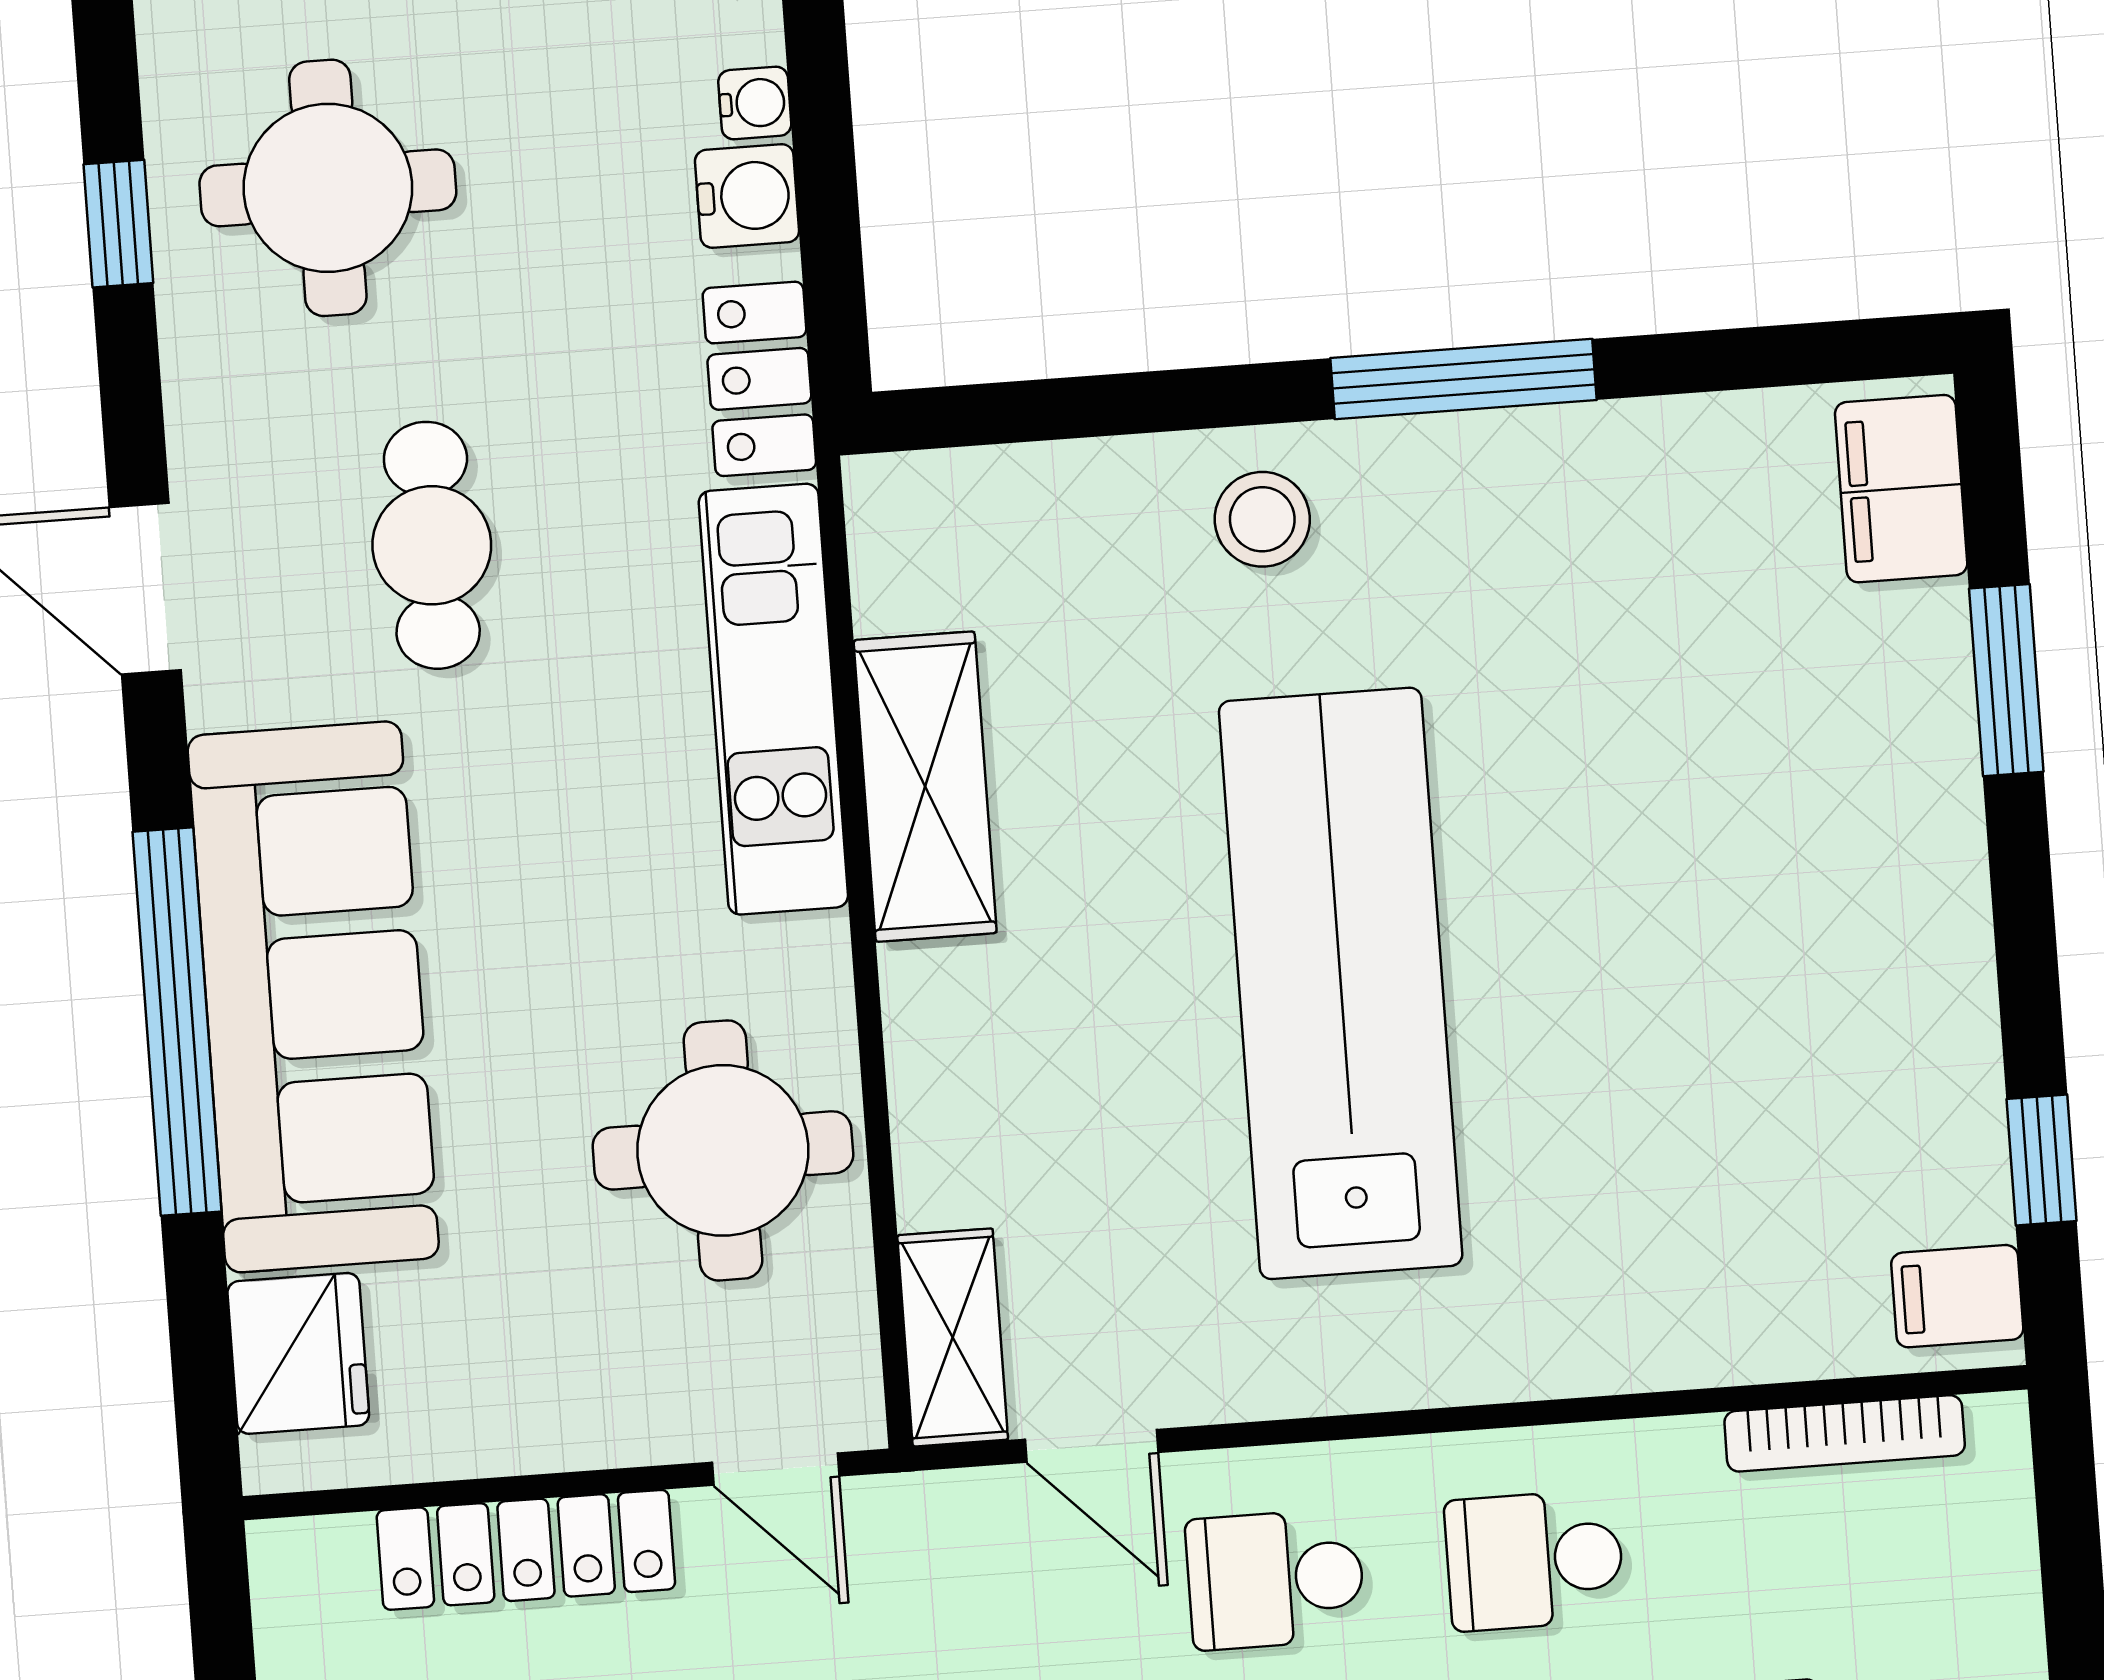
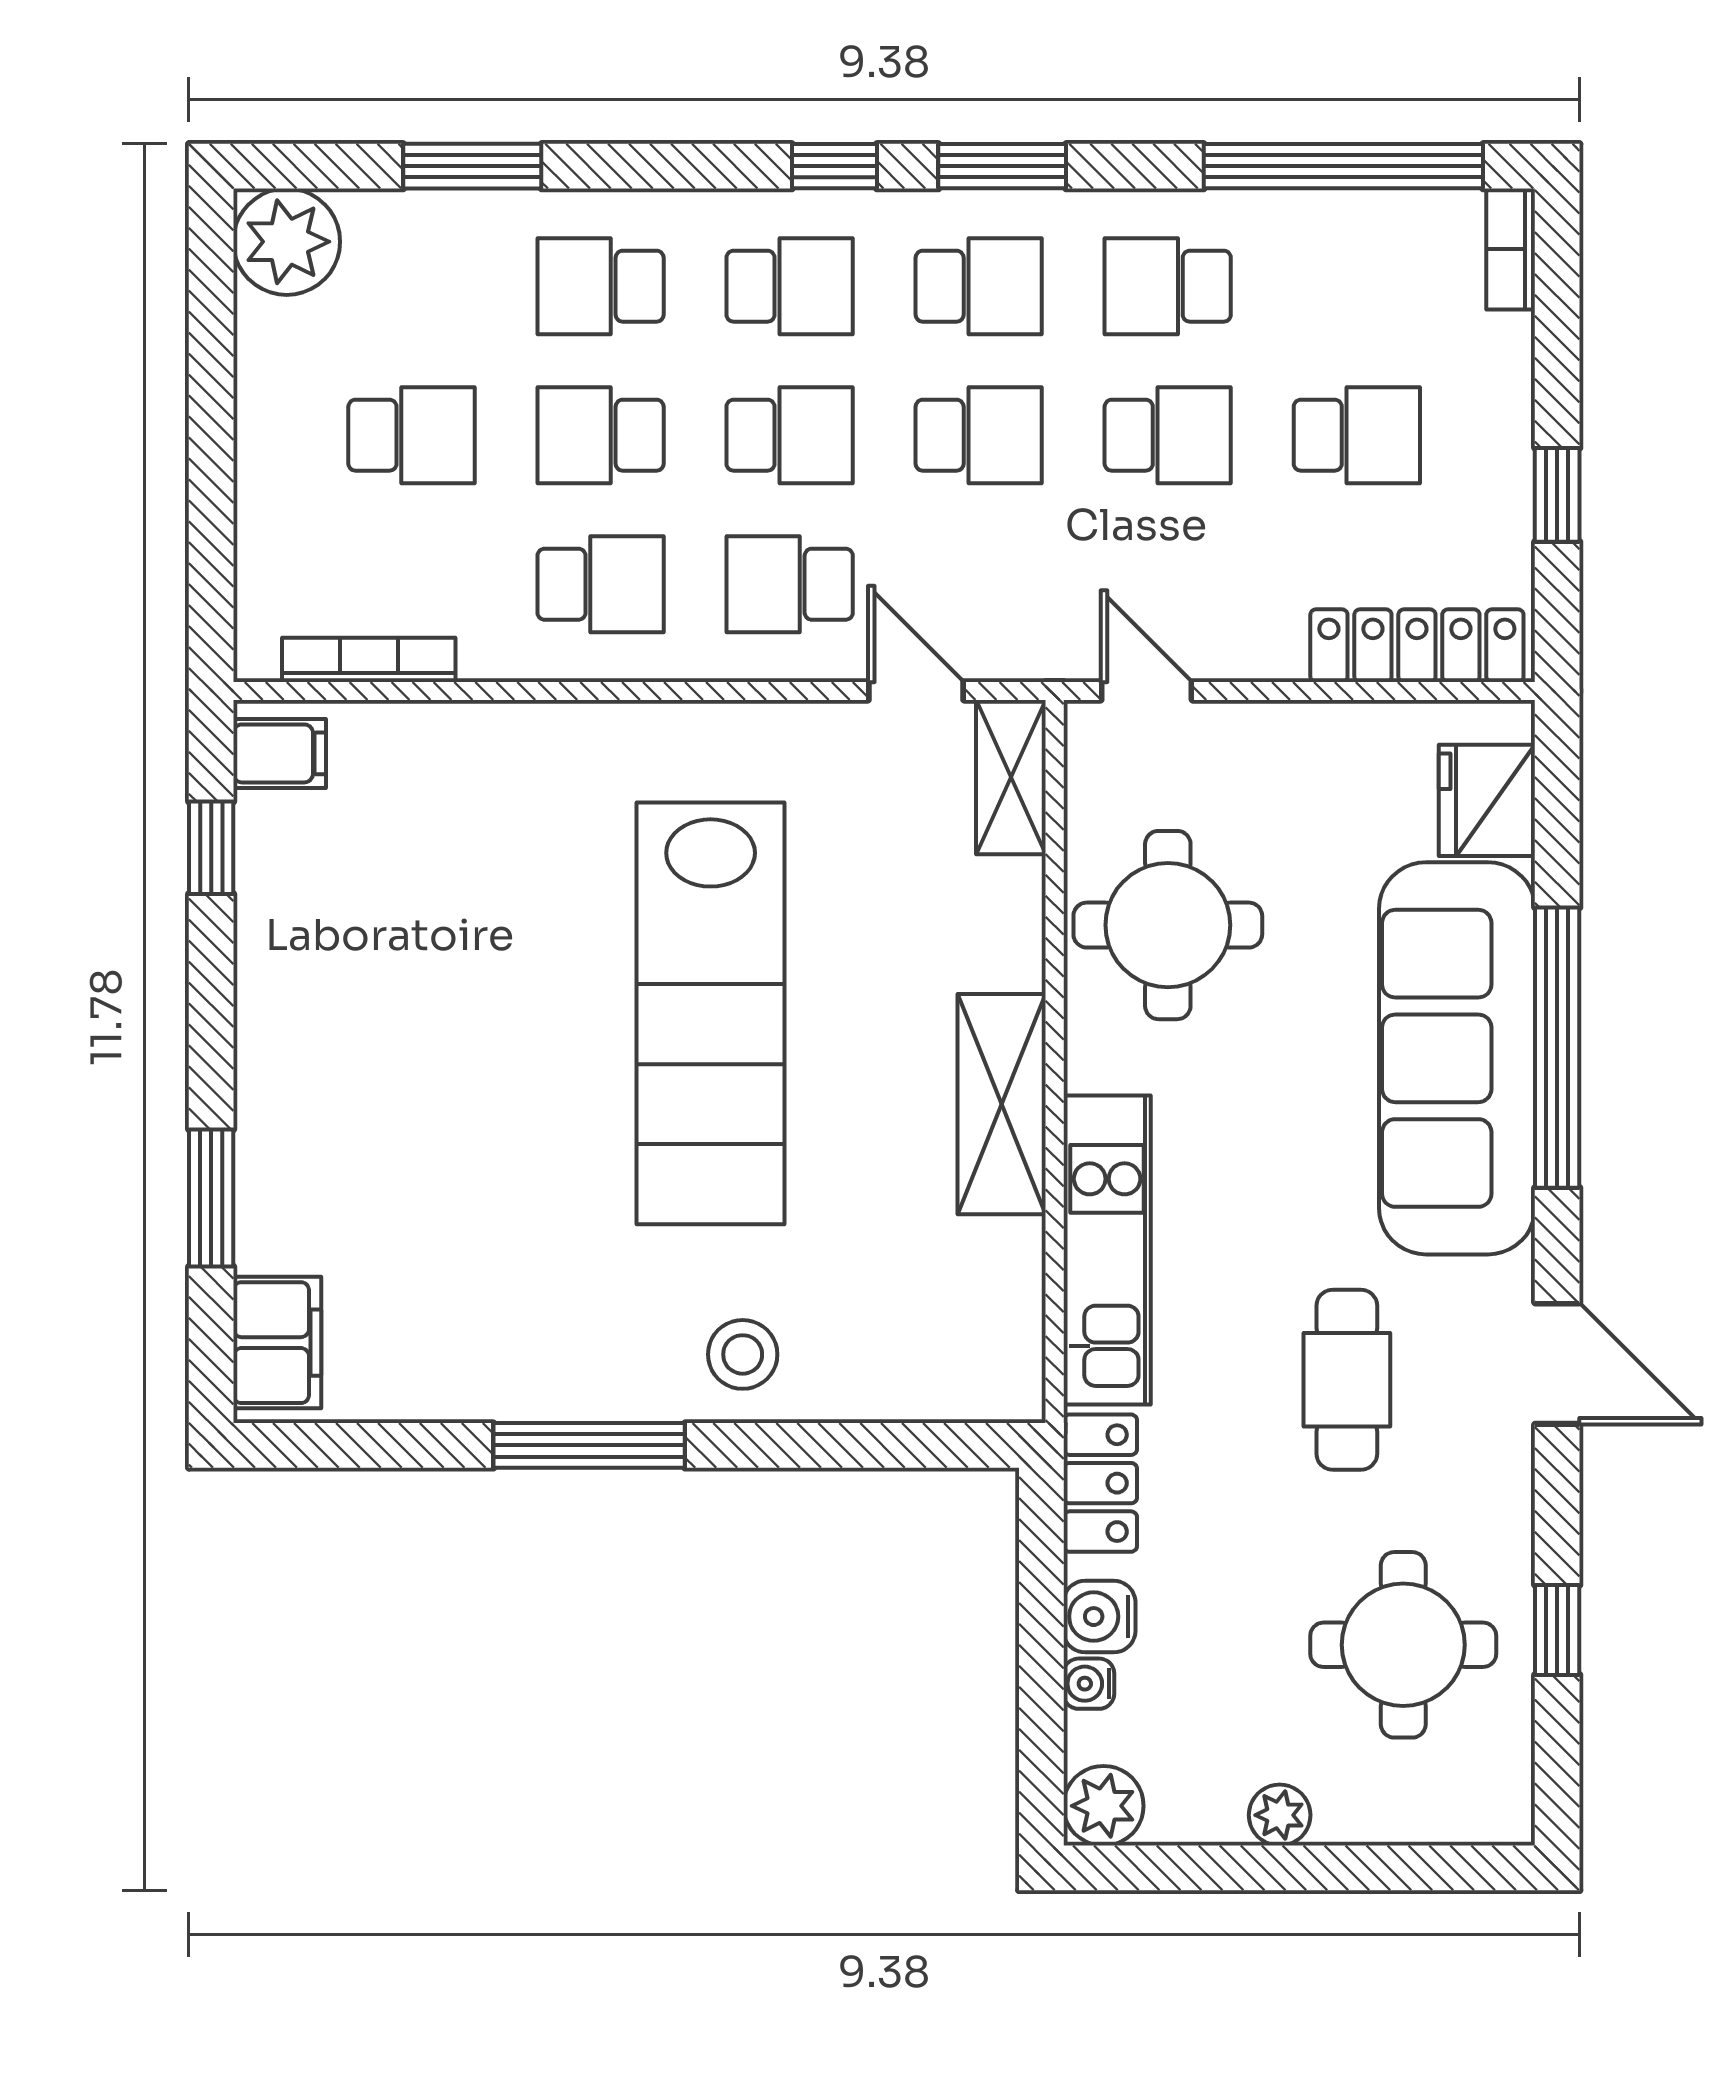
shelving: (925, 787) -> (1002, 1104), moved
locker: (526, 1550) -> (1417, 646), moved
school desk: (1275, 1579) -> (790, 584), turned 180

